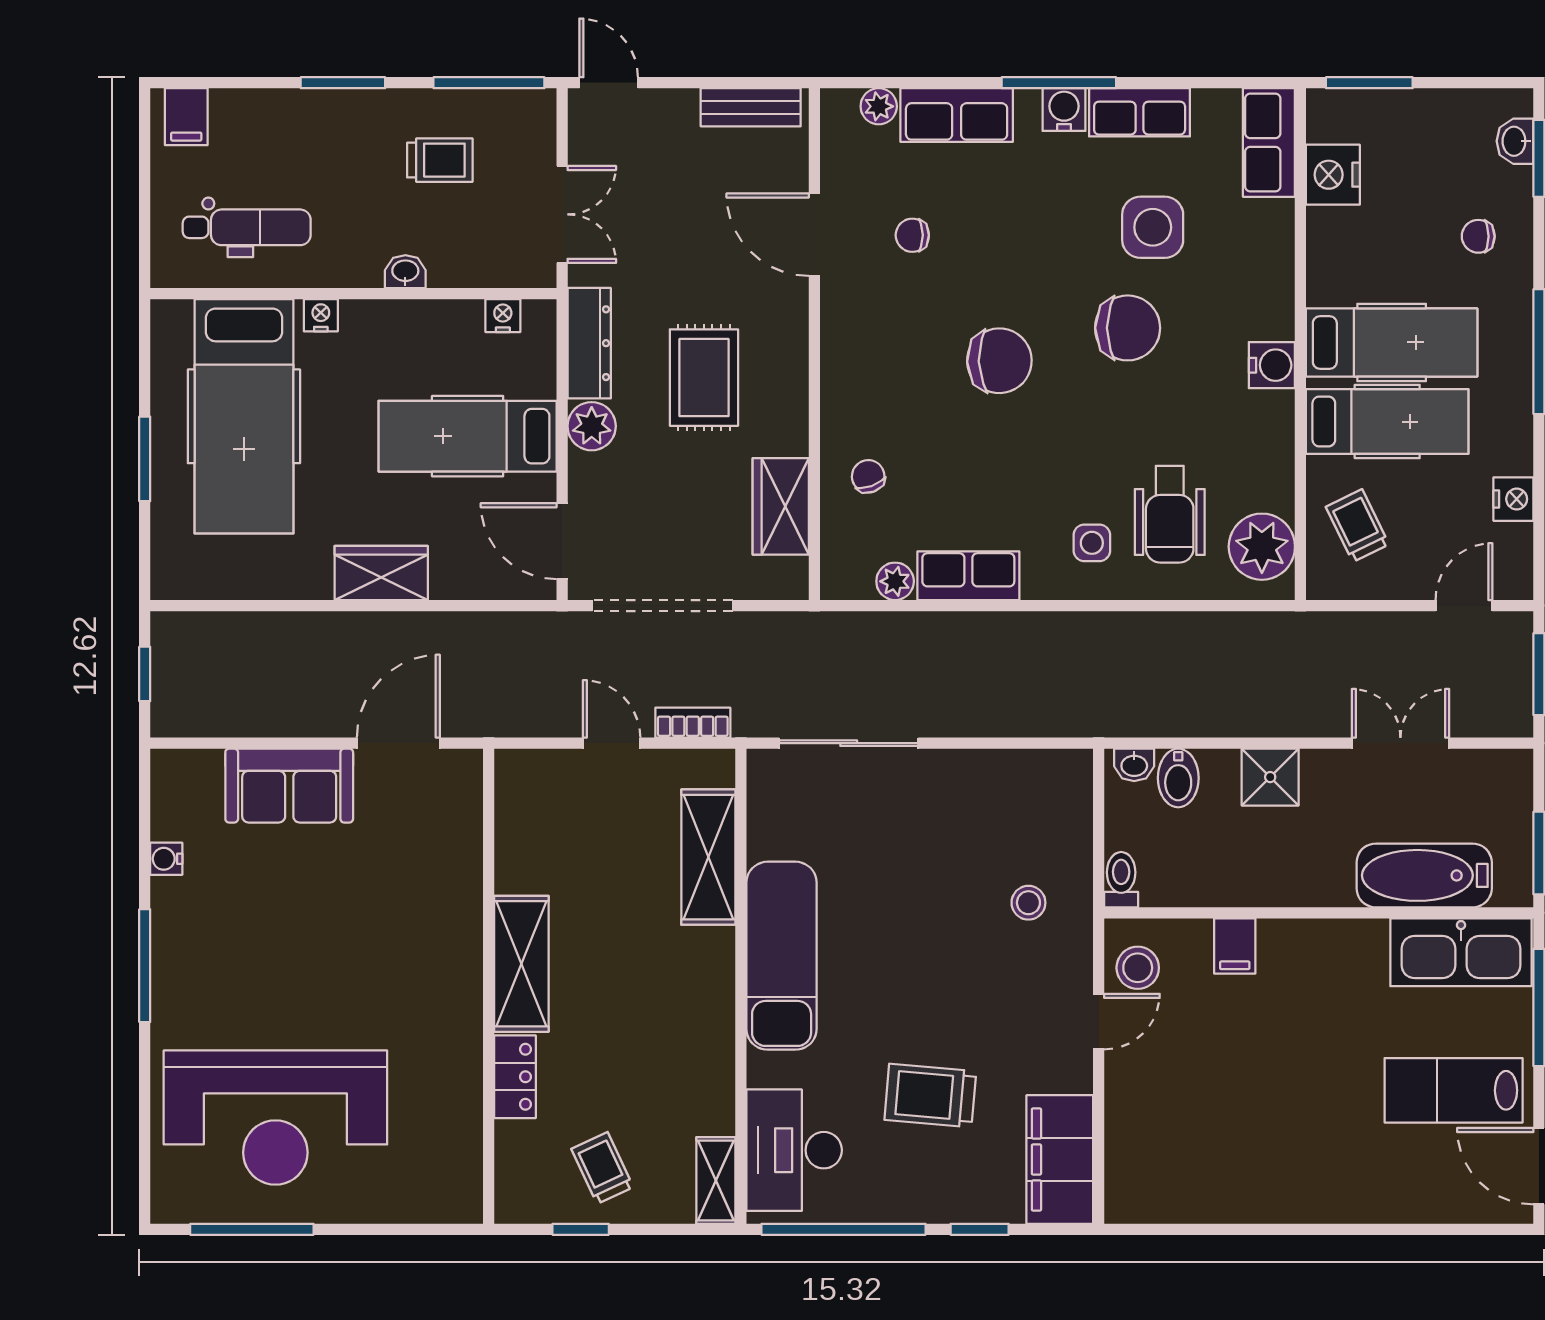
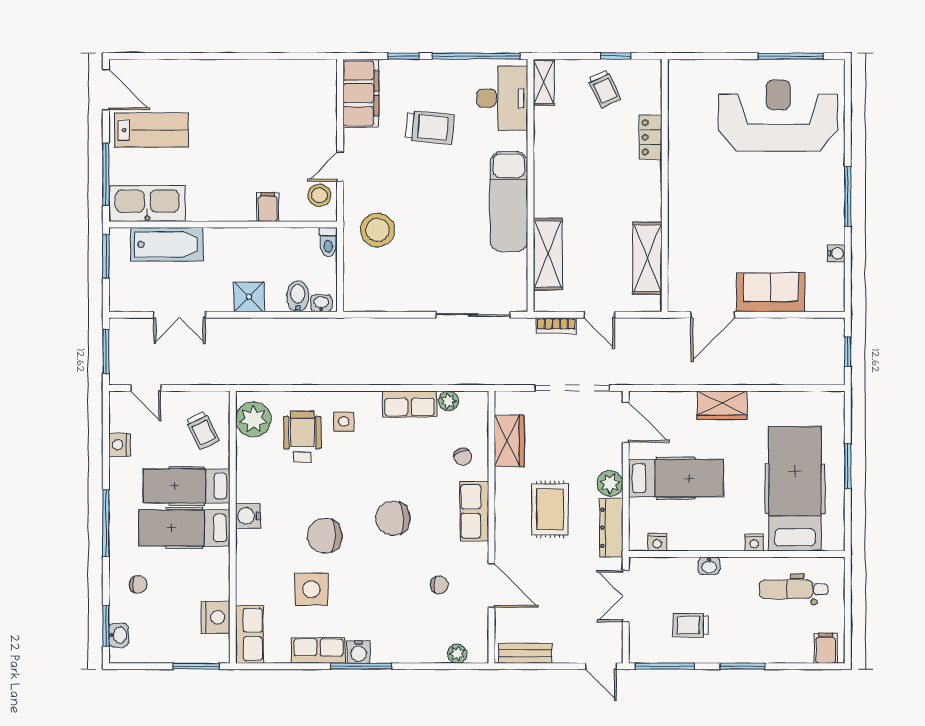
row of seats: (957, 115) -> (474, 511), moved, turned -90
door: (1464, 606) -> (146, 388), hinge flipped
stool: (1028, 903) -> (377, 230), width x1.89, depth x1.89
shelving: (521, 964) -> (647, 258), moved

